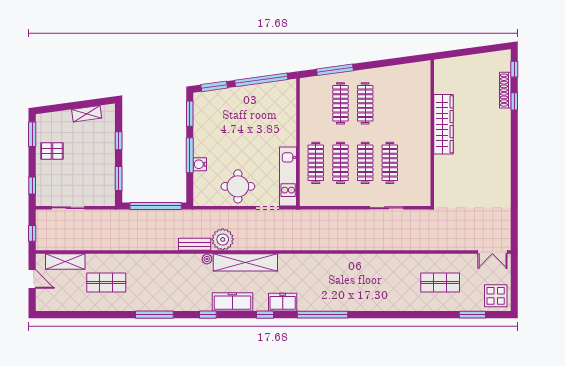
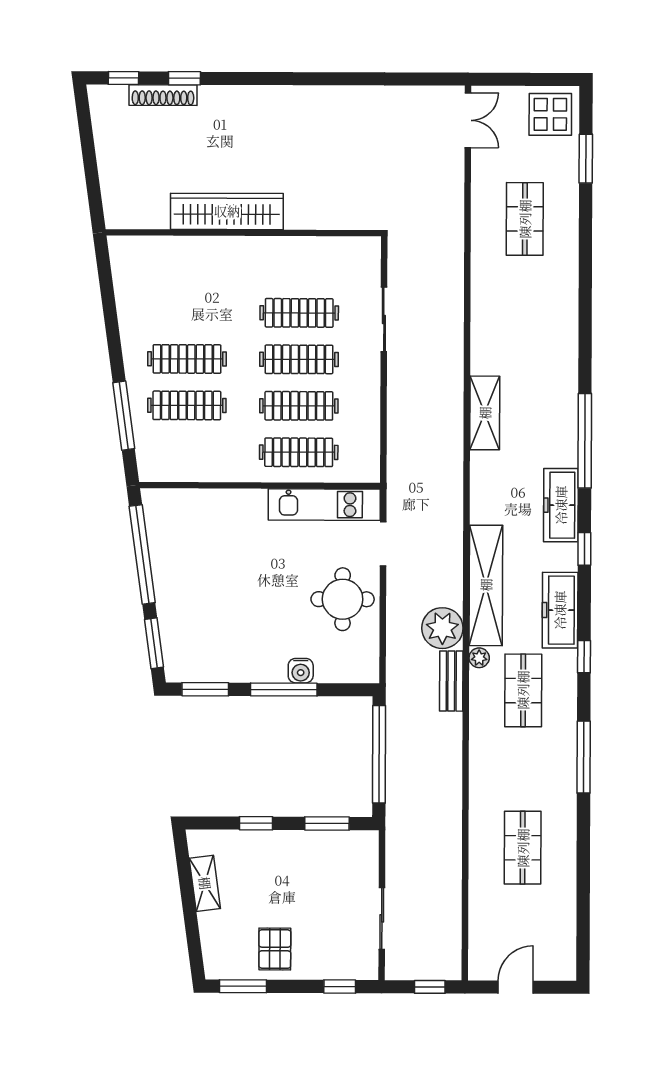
shelving: (65, 262) -> (485, 413), moved
shop shelf: (190, 282) -> (523, 690), added
freezer: (283, 302) -> (561, 505), width x1.40

